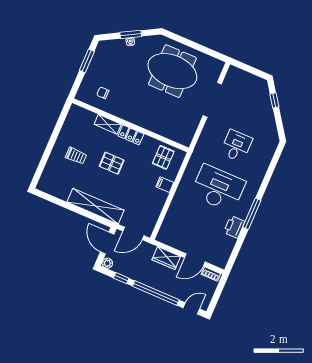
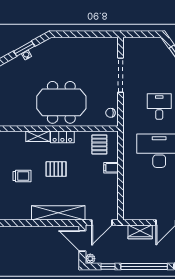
meeting table: (172, 71) -> (61, 102), moved
chair: (103, 93) -> (110, 113), moved

